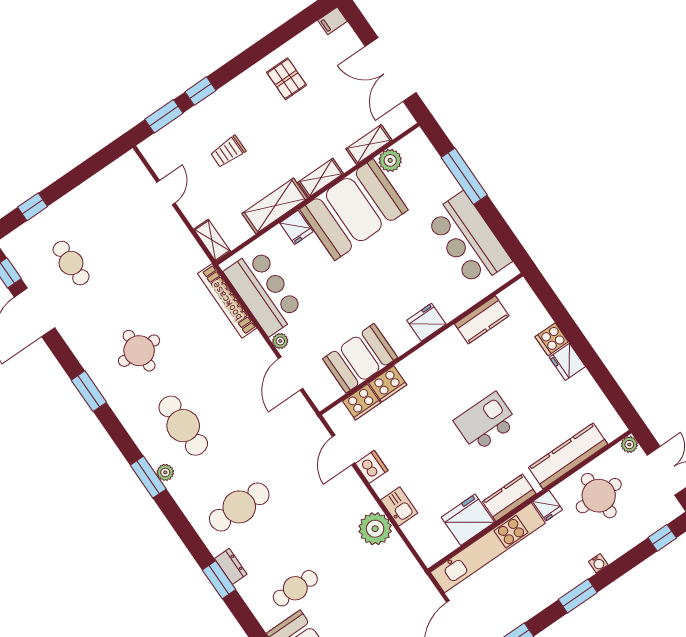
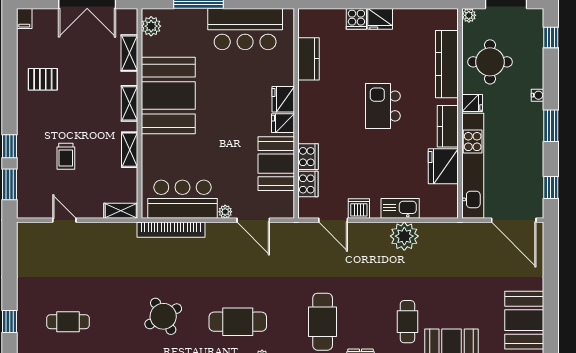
plant: (390, 160) -> (151, 26), moved
shelving: (275, 206) -> (130, 150), width x0.67, depth x0.75
fridge: (296, 227) -> (283, 123), moved, turned 180
round table: (139, 351) -> (163, 316), turned -30
kitchen sink: (399, 506) -> (400, 208), width x1.38

